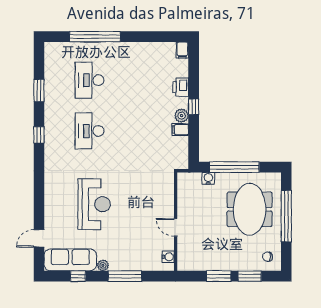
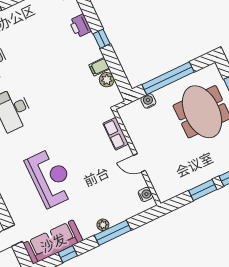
plant: (182, 116) -> (107, 80), moved
row of seats: (167, 193) -> (116, 134), added
plant: (103, 265) -> (103, 225), moved

